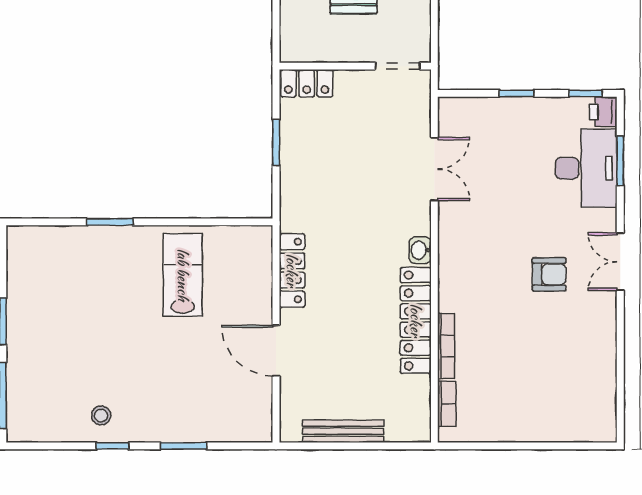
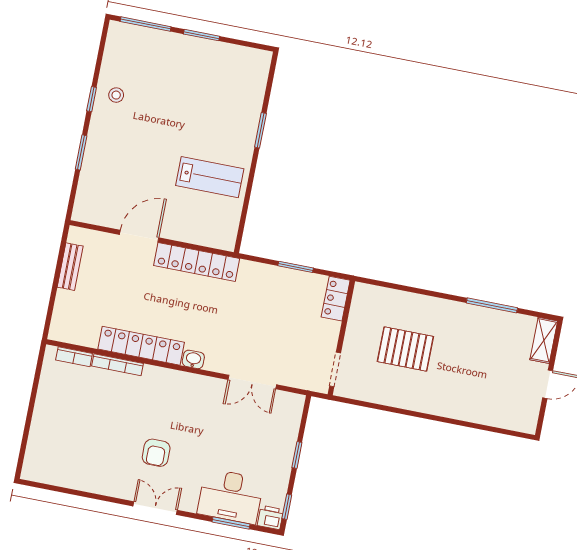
locker: (292, 270) -> (197, 262), width x1.41, depth x1.21
bench: (343, 431) -> (70, 267), width x0.73

